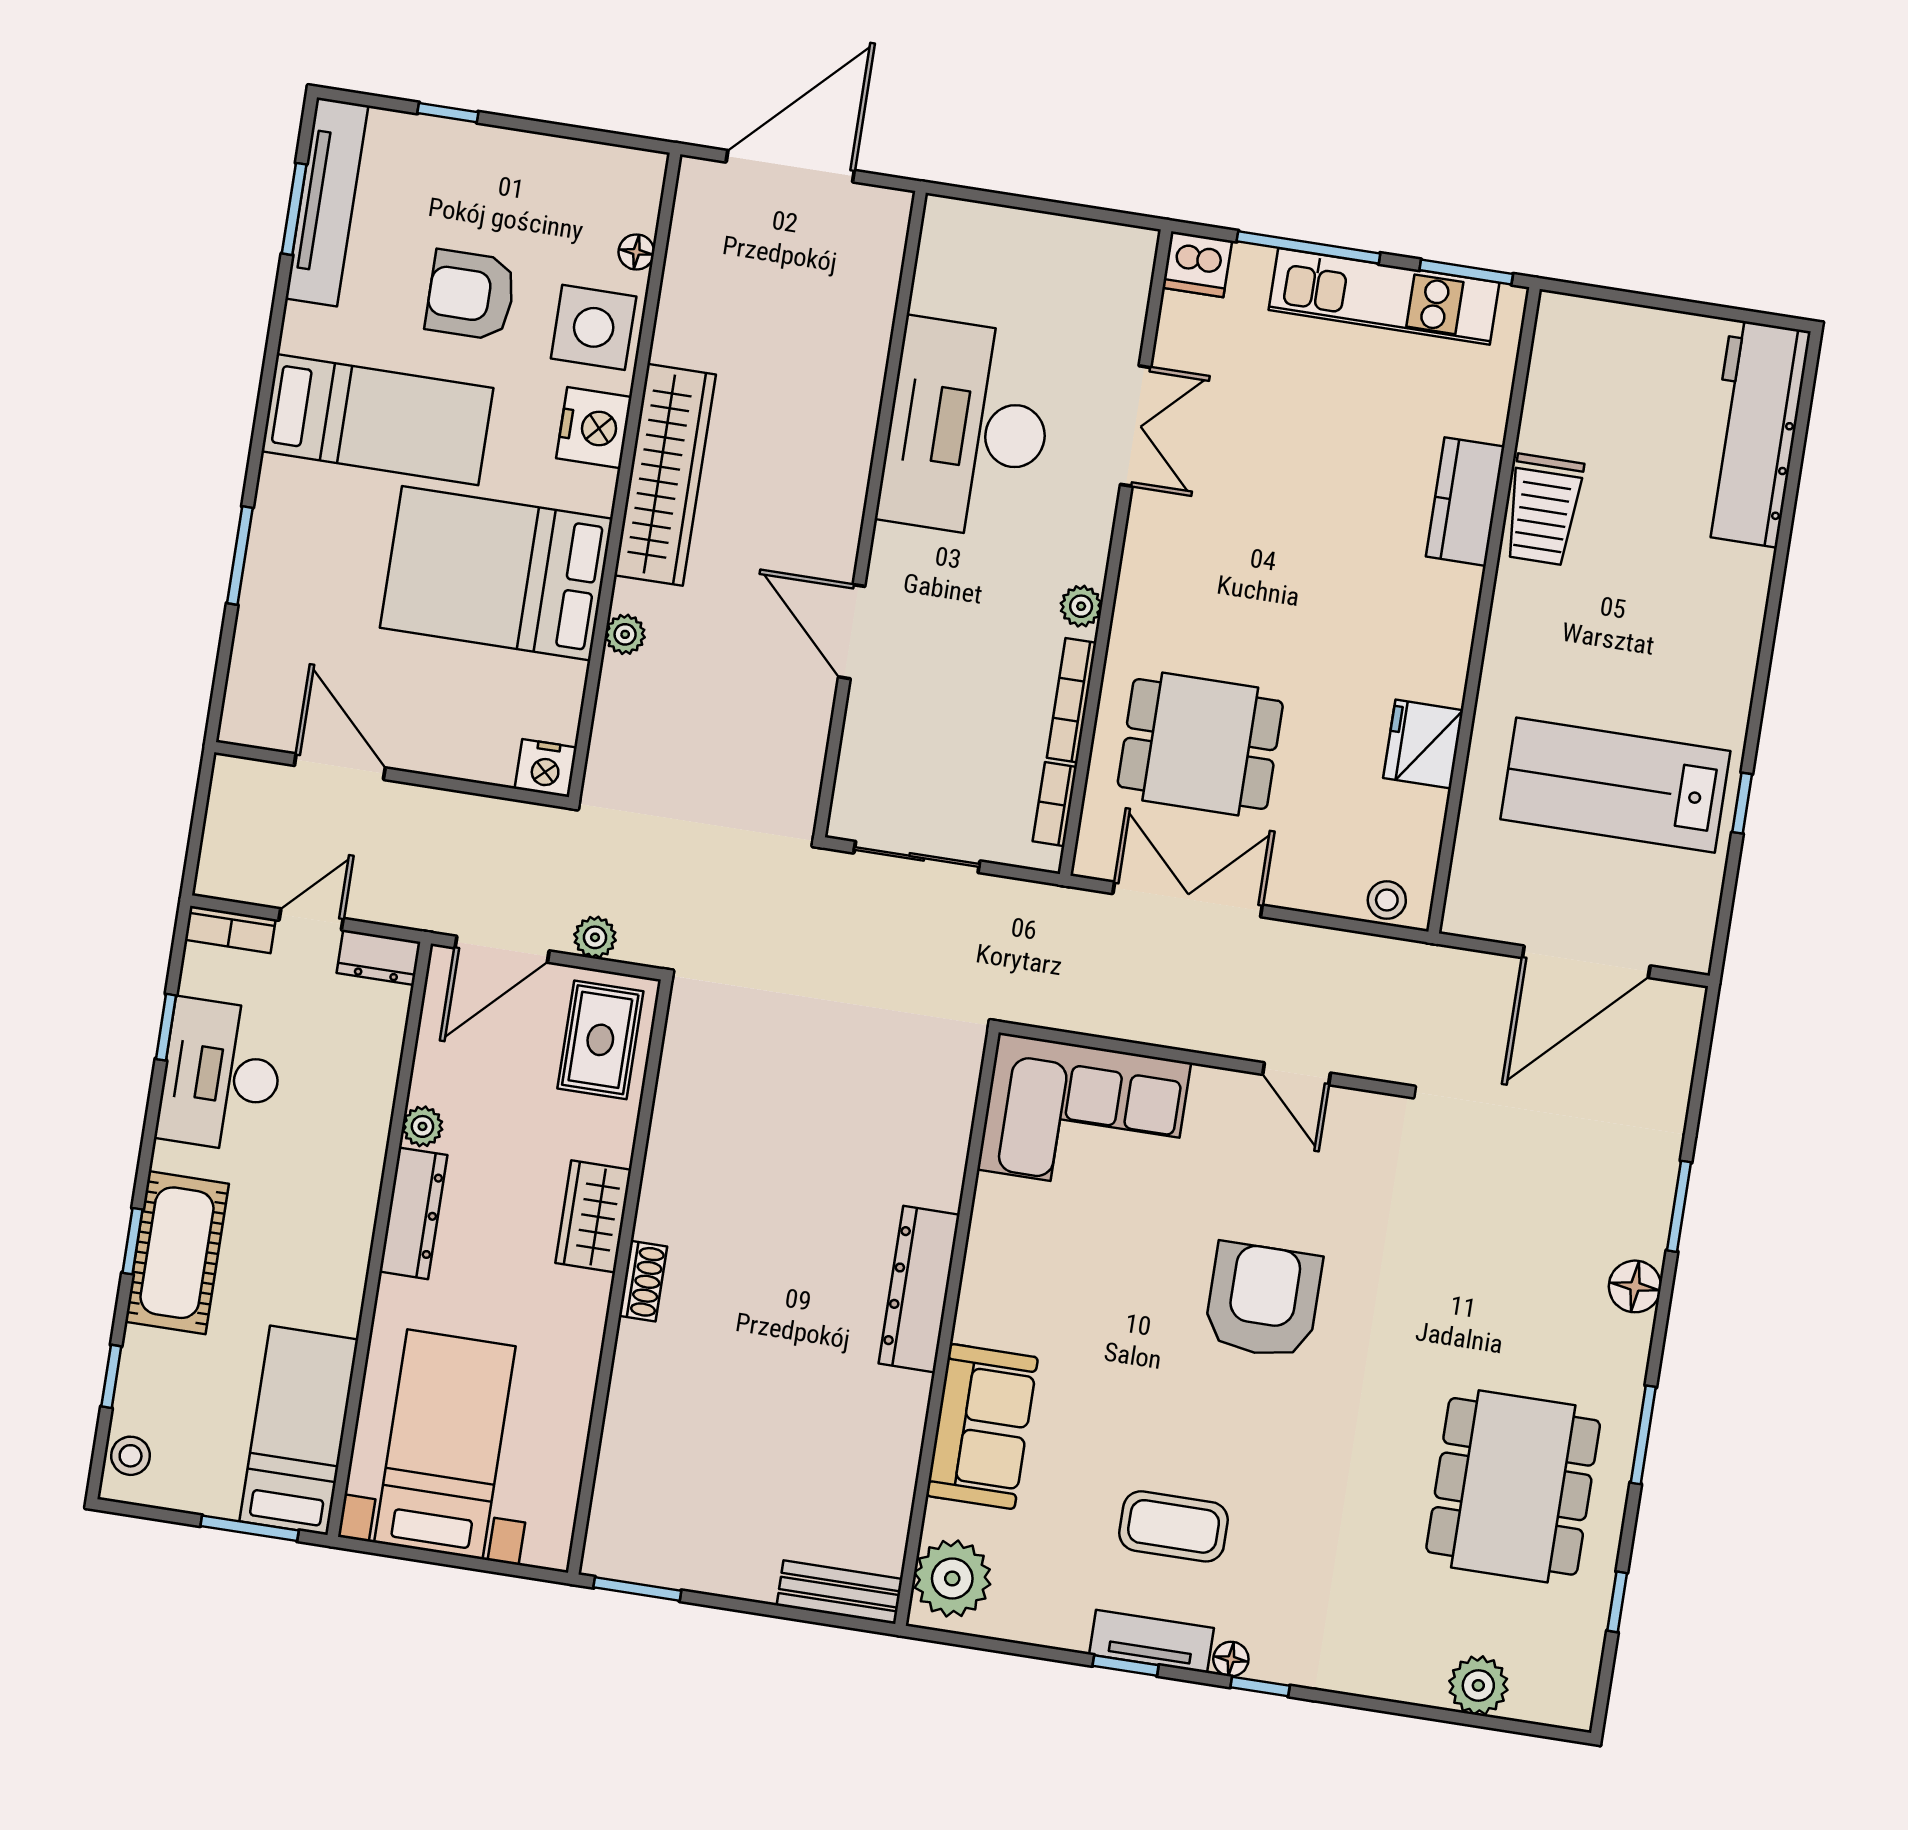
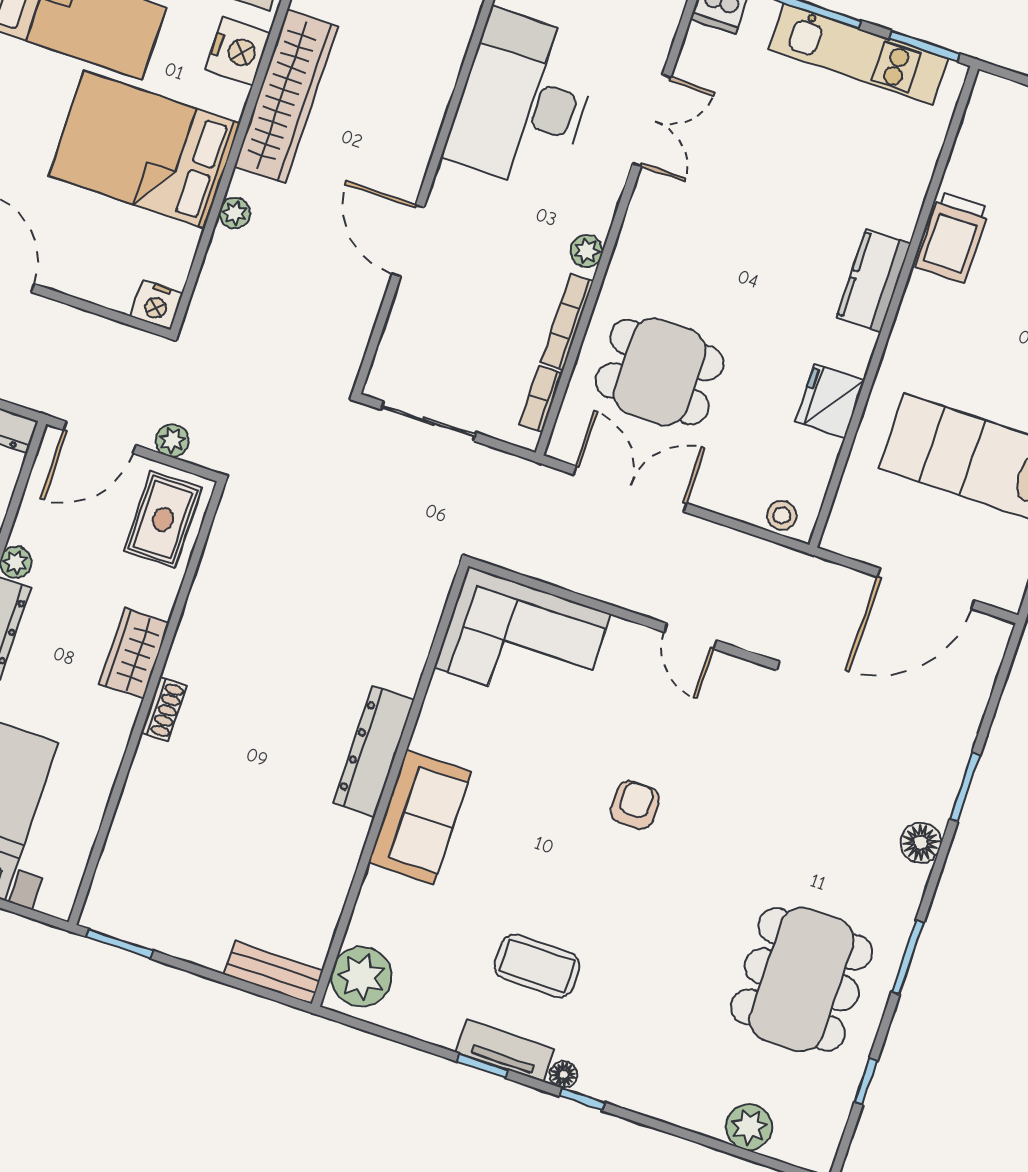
kitchen counter: (1465, 502) -> (874, 281), moved
armchair: (1263, 1301) -> (635, 805), width x0.53, depth x0.53
sofa: (982, 1427) -> (420, 817), moved

